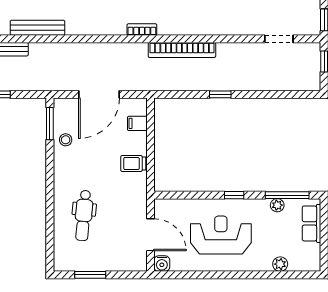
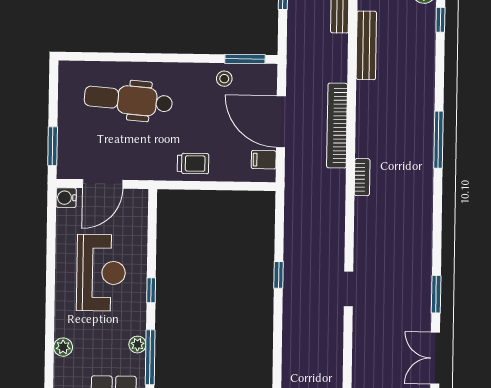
doorway: (279, 39) -> (349, 289), moved
bookcase: (182, 50) -> (337, 126), moved
filing cabinet: (137, 123) -> (264, 160), moved, turned -90
trolley: (133, 163) -> (193, 163), turned 90
dental chair: (84, 215) -> (128, 100), width x1.36, depth x1.38
window: (90, 275) -> (53, 146), moved

